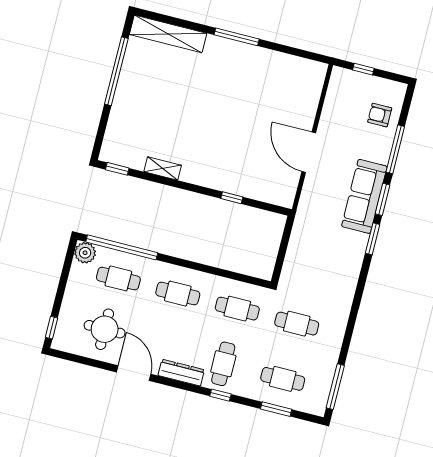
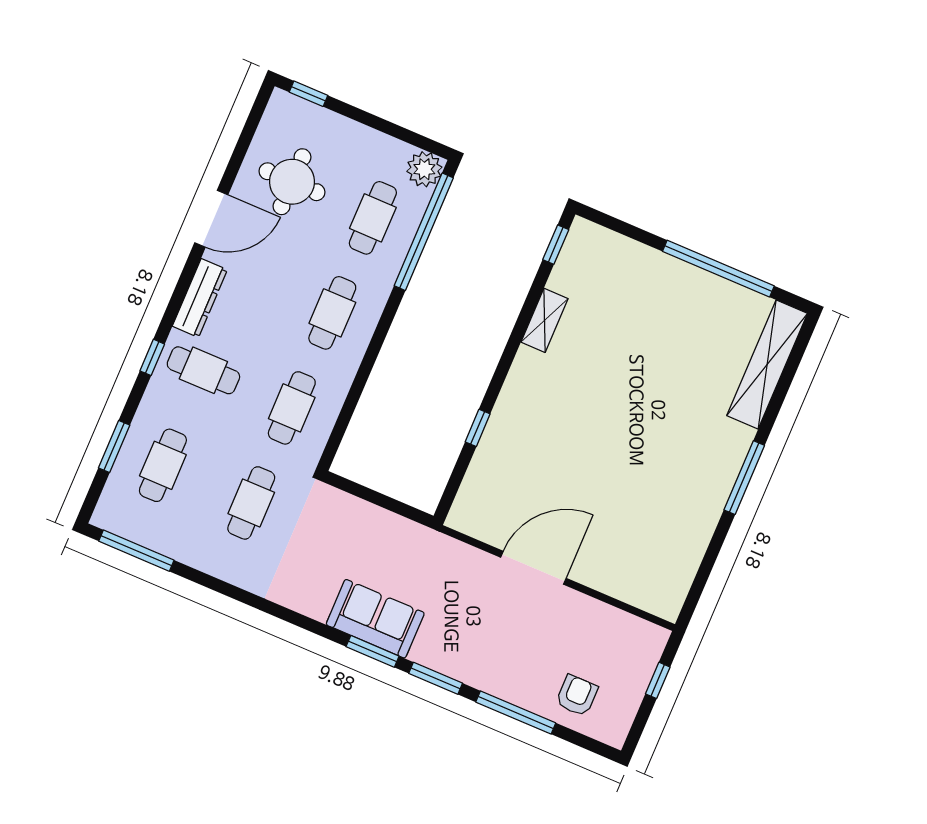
sofa: (364, 196) -> (375, 619), moved, width x0.73

